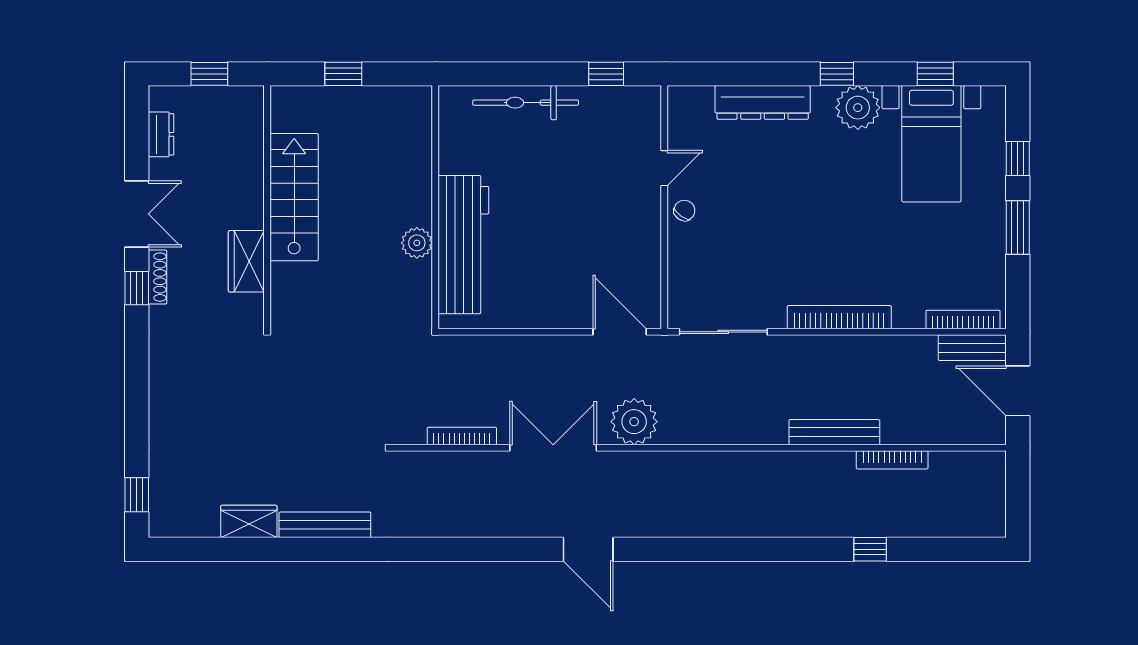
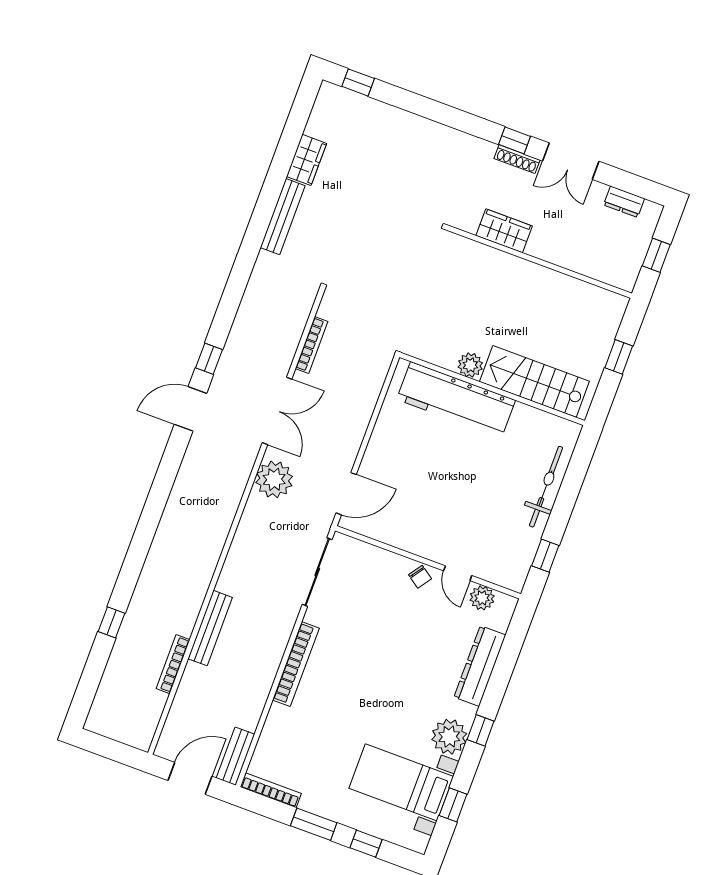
plant: (682, 129) -> (482, 598), added
stairs: (294, 197) -> (534, 381), moved, turned 180
bookcase: (963, 319) -> (271, 790), moved, turned -90
window: (522, 549) -> (209, 359), added

